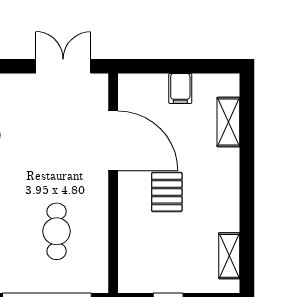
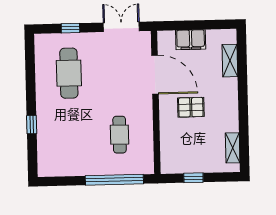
filing cabinet: (180, 88) -> (191, 40), width x2.00
pallet: (167, 192) -> (191, 107), turned 90

